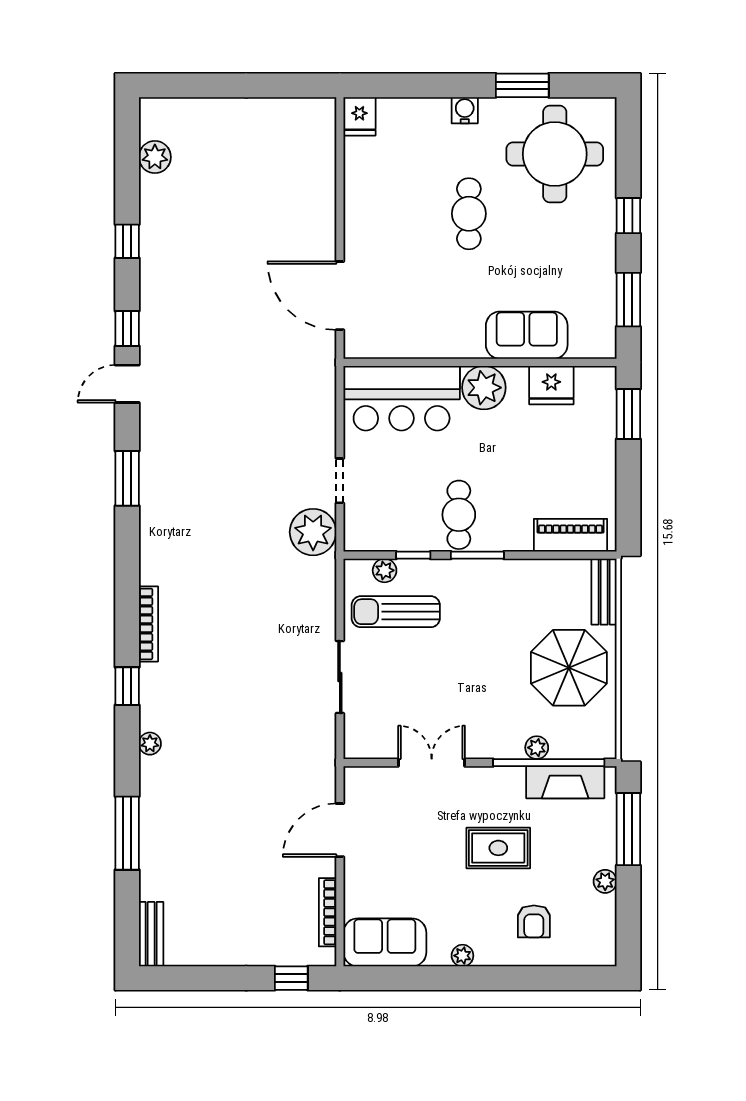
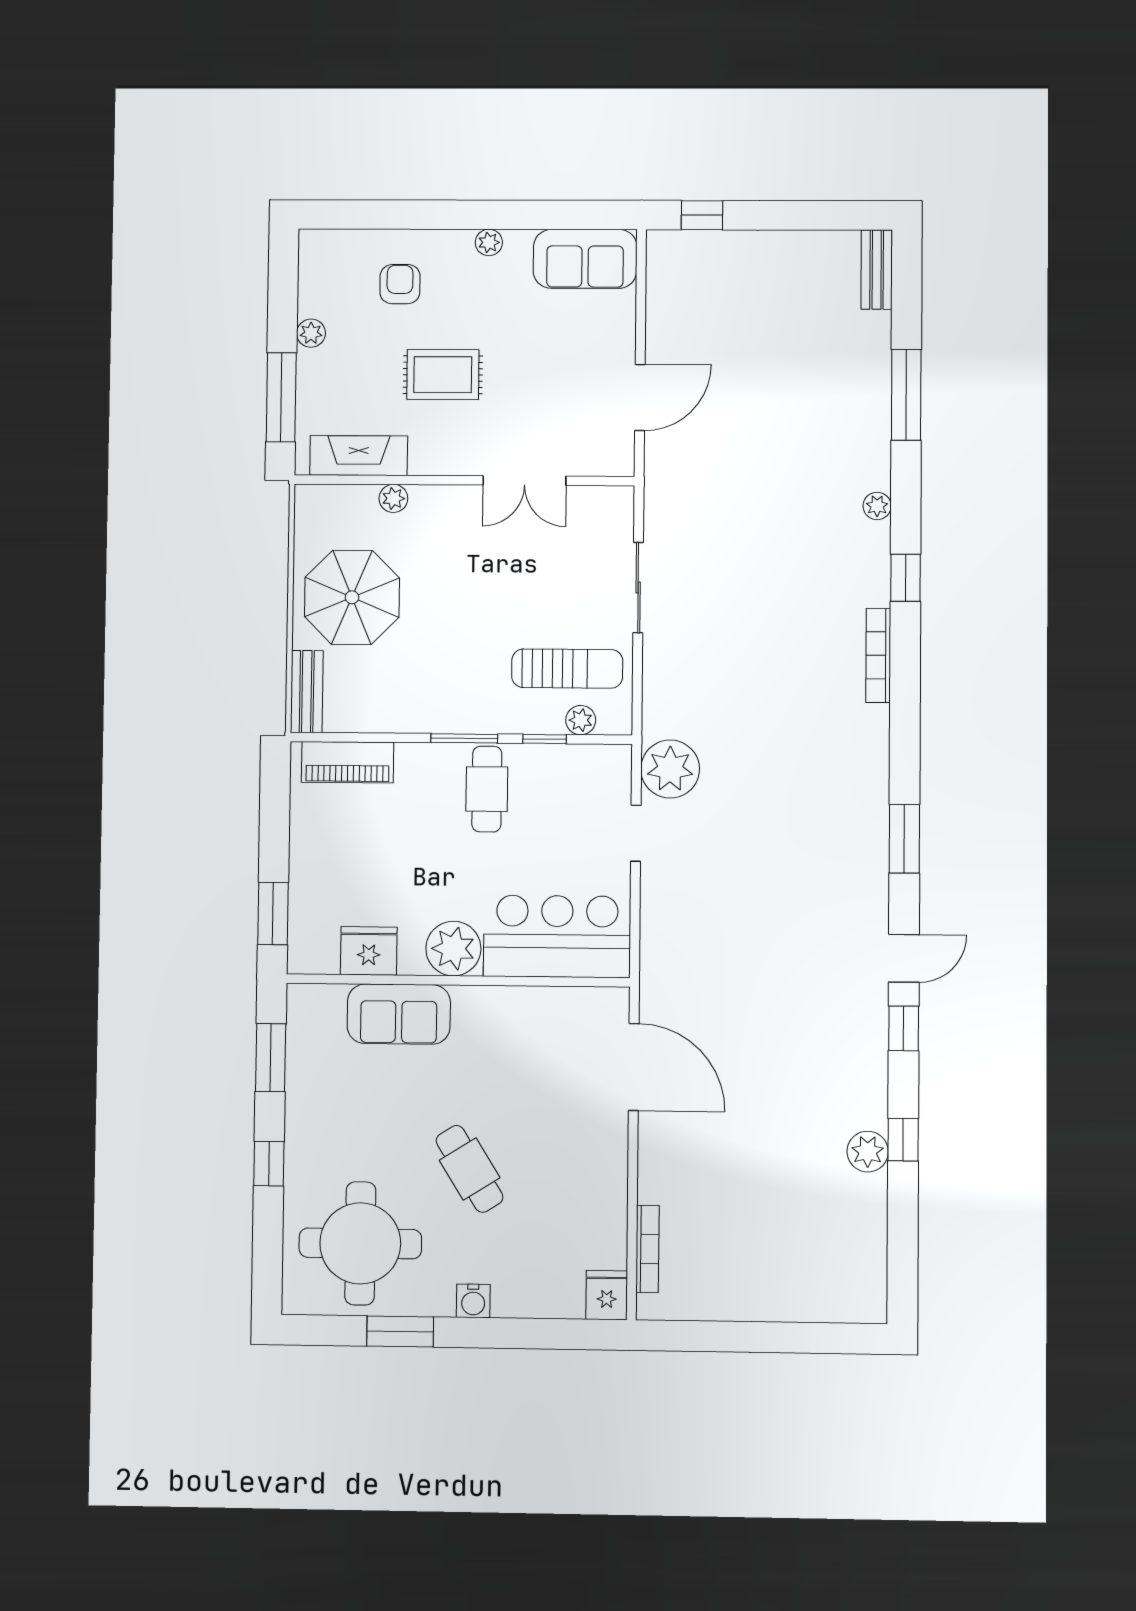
plant: (155, 157) -> (868, 1152), moved
cafe table: (469, 214) -> (470, 1169), turned -32
window: (549, 763) -> (379, 480), removed
bookcase: (328, 912) -> (648, 1249), moved

